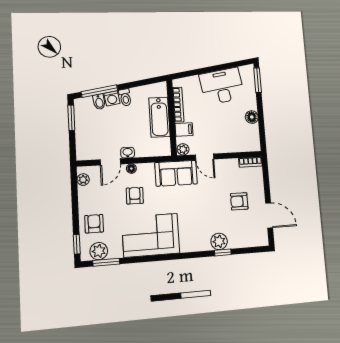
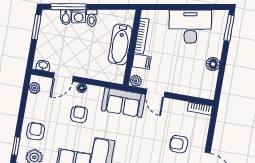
washbasin: (128, 153) -> (43, 65), moved

